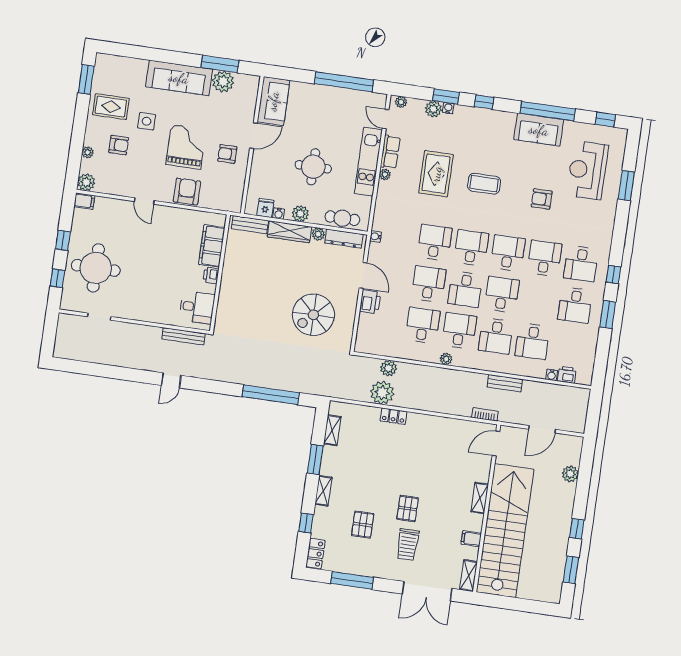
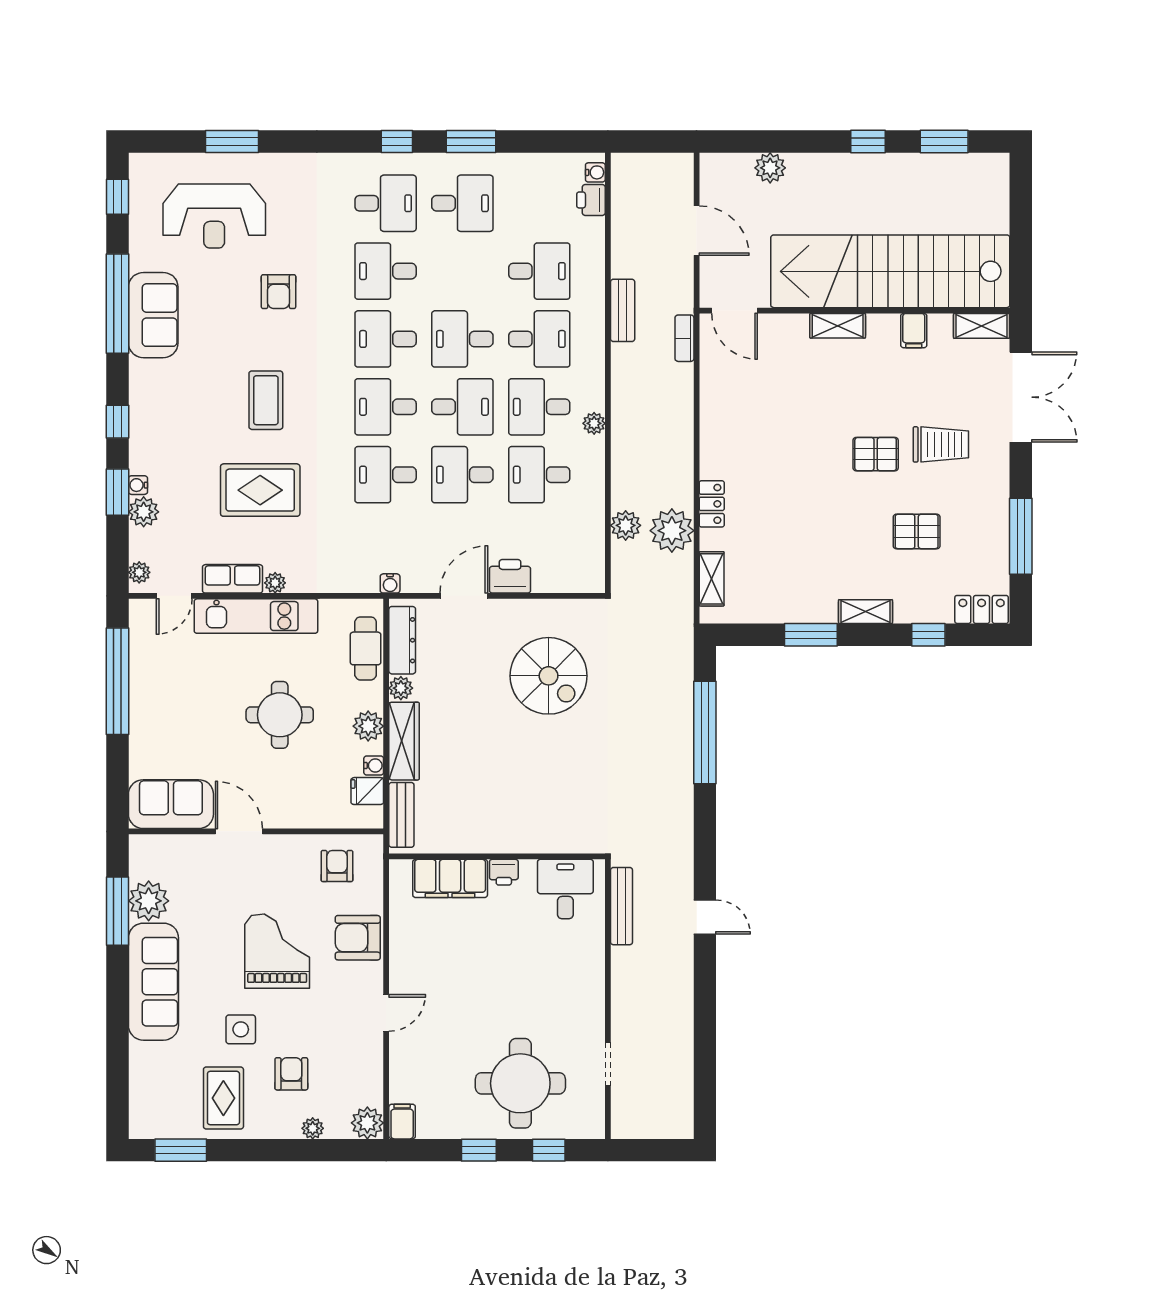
grand piano: (186, 147) -> (277, 951), turned 90
armchair: (227, 154) -> (337, 866), moved, turned 180
water cooler: (552, 375) -> (595, 172), moved
shelving: (332, 430) -> (712, 579), moved, turned 90

